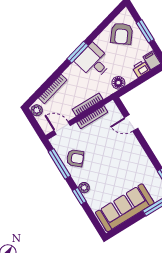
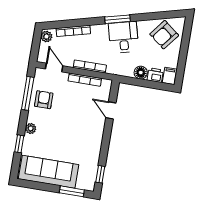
window: (145, 31) -> (184, 49), removed
floor lamp: (118, 83) -> (141, 73), moved
armchair: (75, 158) -> (44, 100), turned -130
window: (79, 196) -> (19, 144), moved

